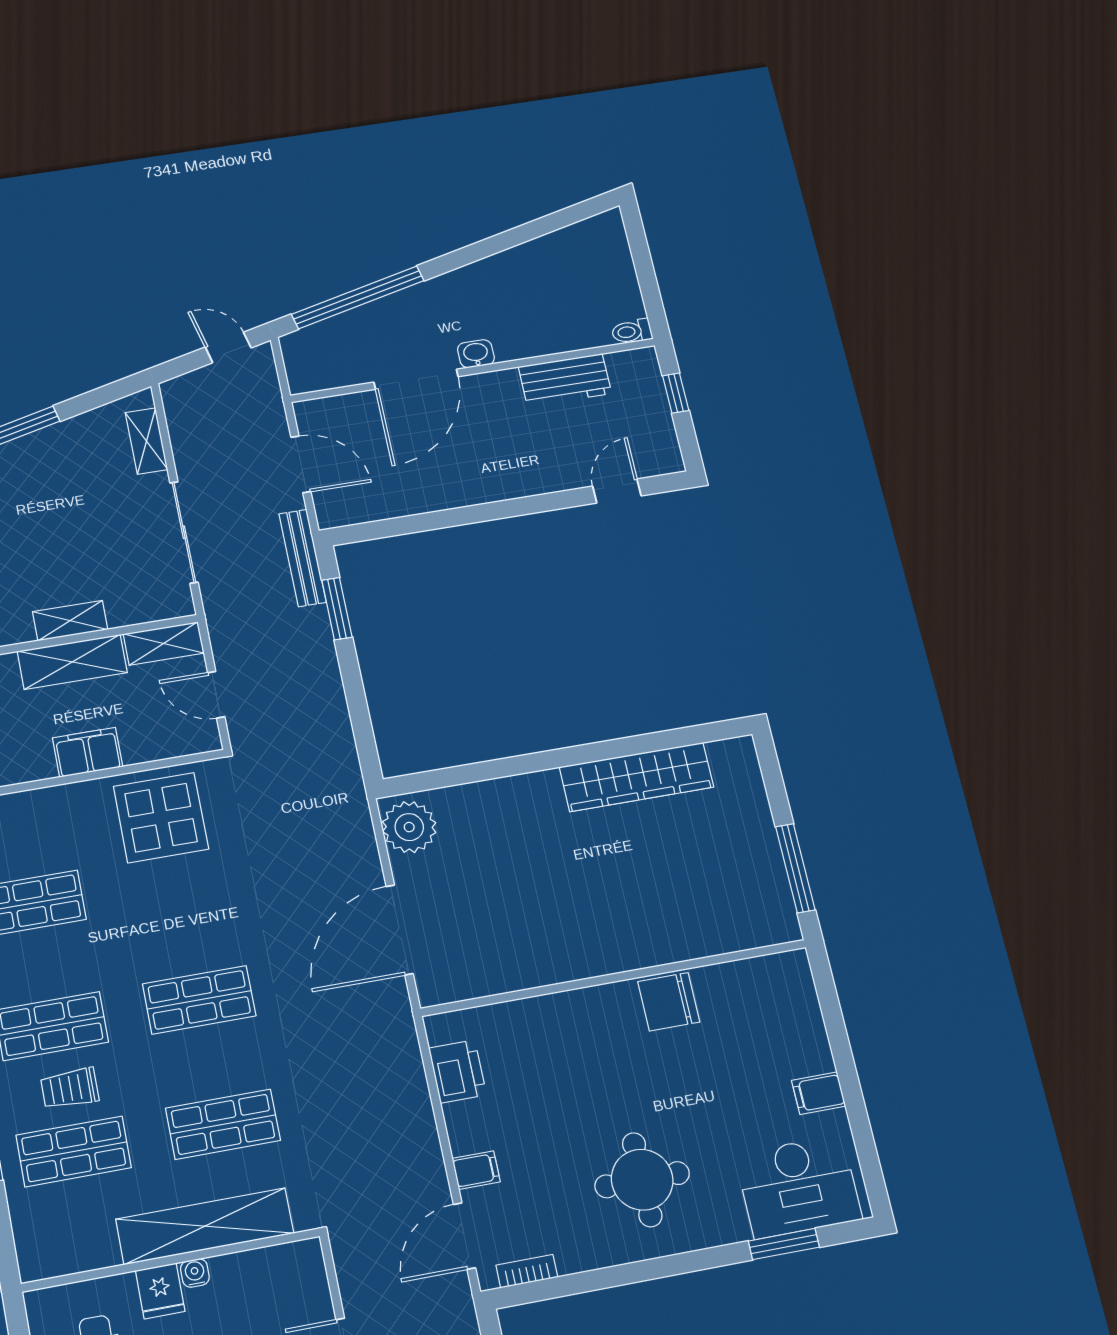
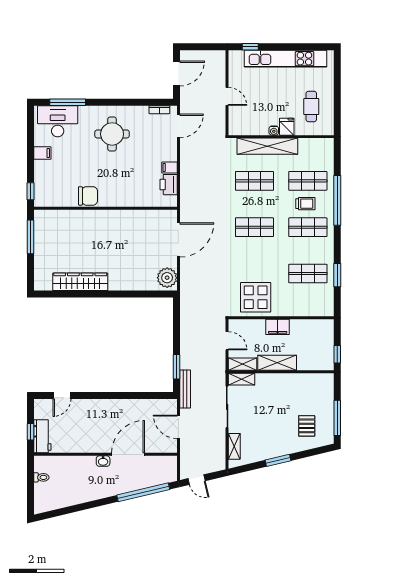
toilet: (632, 331) -> (41, 477), moved
workbench: (565, 380) -> (42, 436), moved, turned 90
shelving: (70, 621) -> (242, 379), moved
window: (825, 986) -> (30, 191), added
filing cabinet: (476, 1170) -> (169, 167), moved
window: (784, 1244) -> (68, 102), width x1.44

